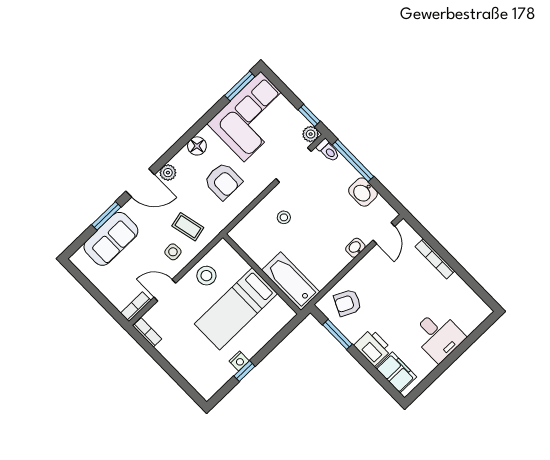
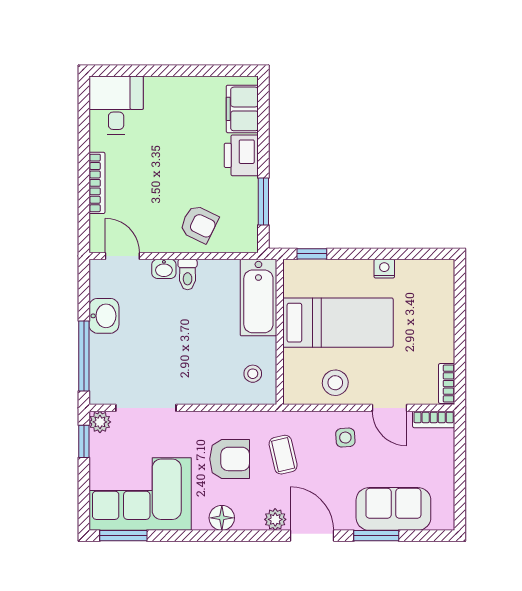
toilet: (328, 151) -> (188, 275), moved, turned 180
armchair: (223, 181) -> (230, 459), turned 90
stool: (284, 217) -> (253, 374), moved
coffee table: (188, 227) -> (283, 455), moved
door: (384, 233) -> (122, 256), hinge flipped
armchair: (348, 303) -> (199, 224), moved
desk: (438, 336) -> (116, 105), moved
window: (244, 371) -> (312, 254), moved

